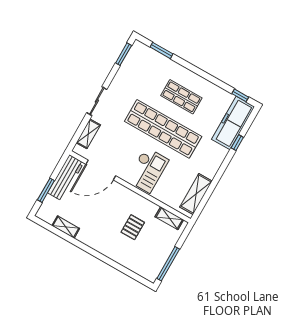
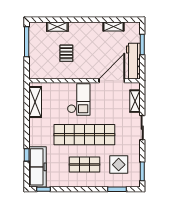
display table: (145, 76) -> (119, 165), added
checkout: (148, 170) -> (79, 100), turned 180
shelving: (169, 218) -> (57, 27), moved

